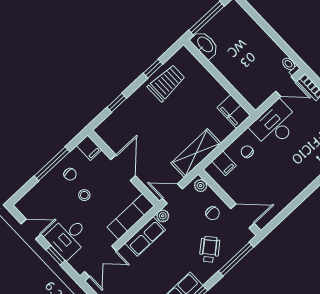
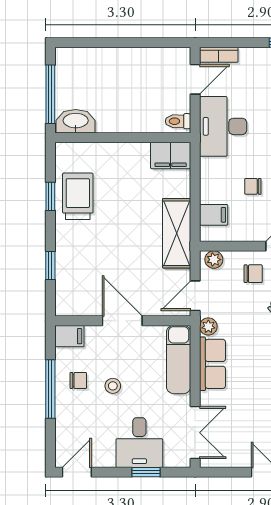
toilet: (290, 66) -> (178, 121), moved
chair: (247, 152) -> (253, 186), moved
door: (31, 229) -> (77, 472), moved

